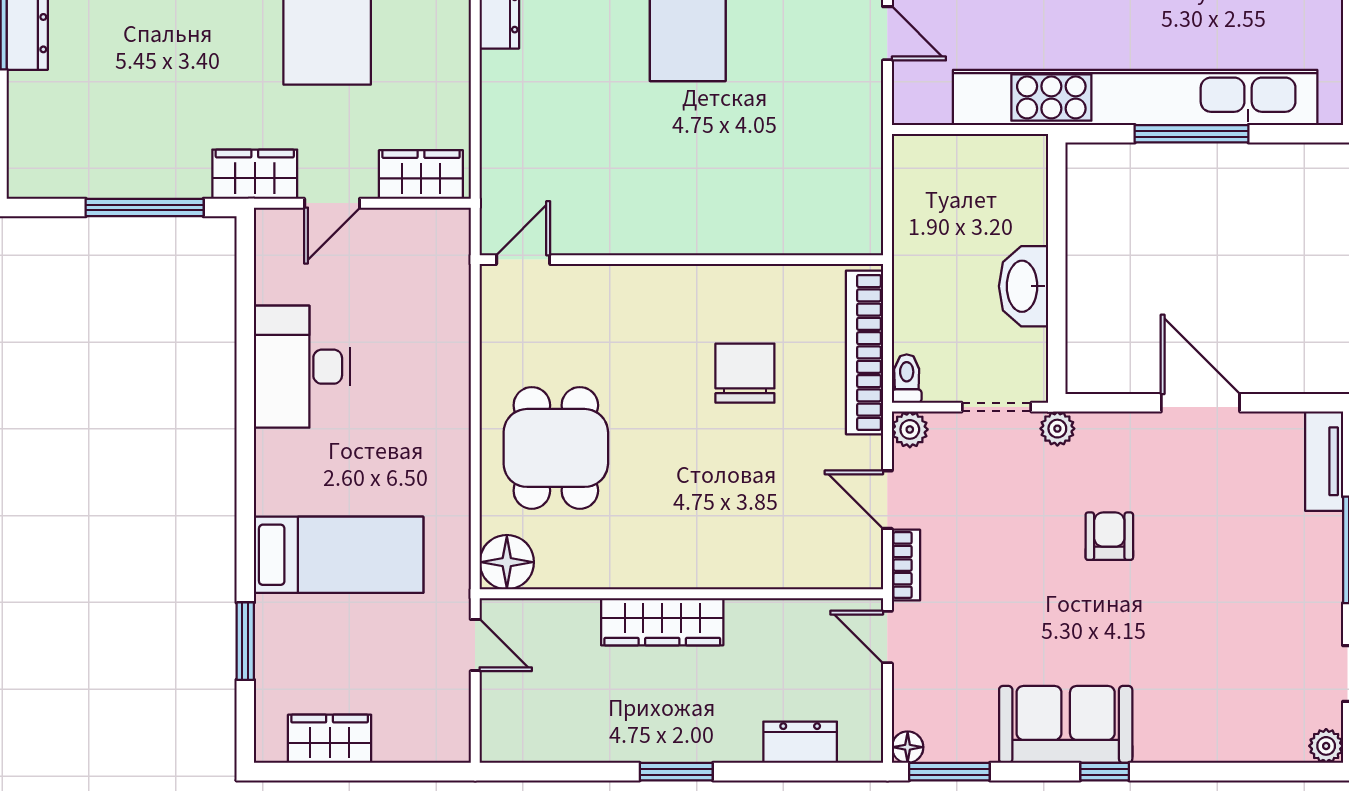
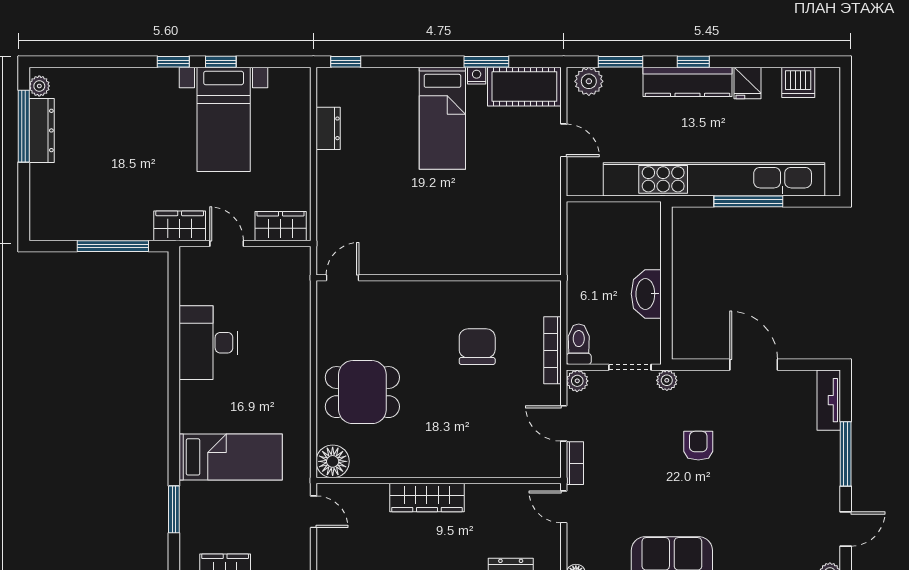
door: (332, 203) -> (227, 244), swing flipped
bookcase: (865, 352) -> (552, 350), width x0.68, depth x0.76
toilet: (907, 379) -> (579, 344), width x1.37, depth x1.39
dining table: (556, 448) -> (362, 392), turned 90

